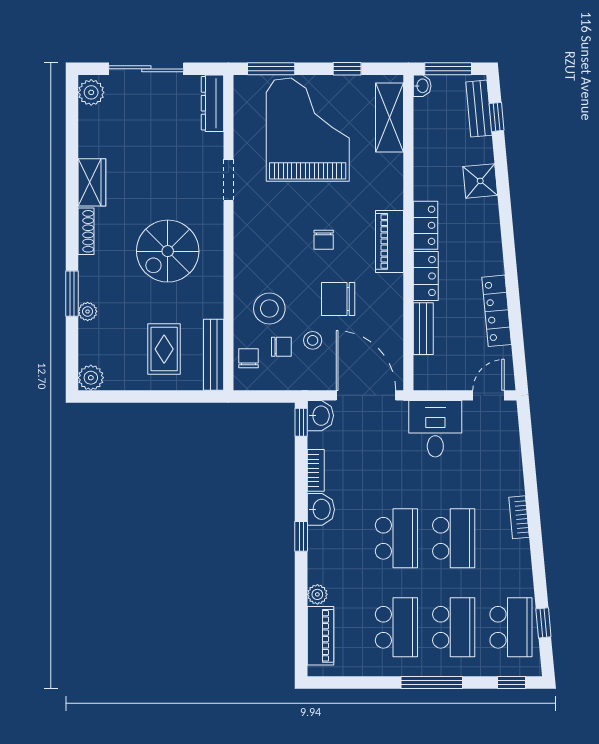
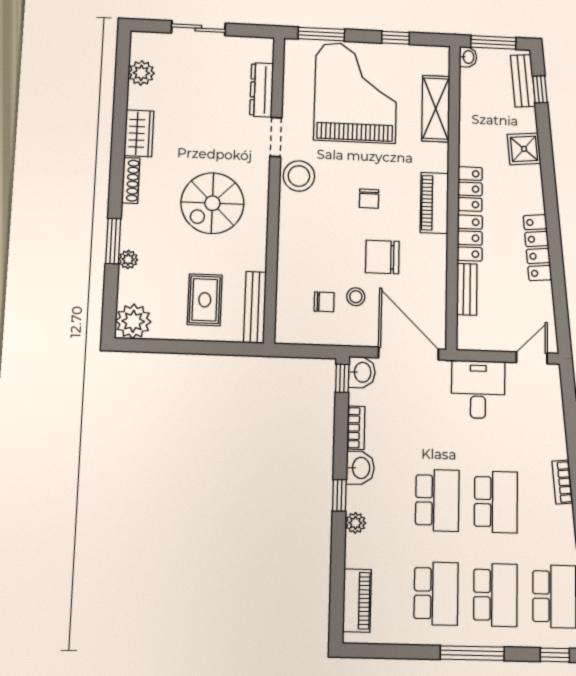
sliding door: (146, 69) -> (198, 28), width x0.73
plant: (91, 92) -> (141, 73), moved
dresser: (212, 103) -> (262, 90), moved
shelving: (390, 118) -> (436, 109), moved
stool: (269, 309) -> (299, 176), moved
locker: (497, 311) -> (537, 248), moved
chair: (249, 358) -> (290, 312), removed
plant: (91, 378) -> (133, 321), width x1.36, depth x1.36
plant: (317, 594) -> (355, 523), moved

